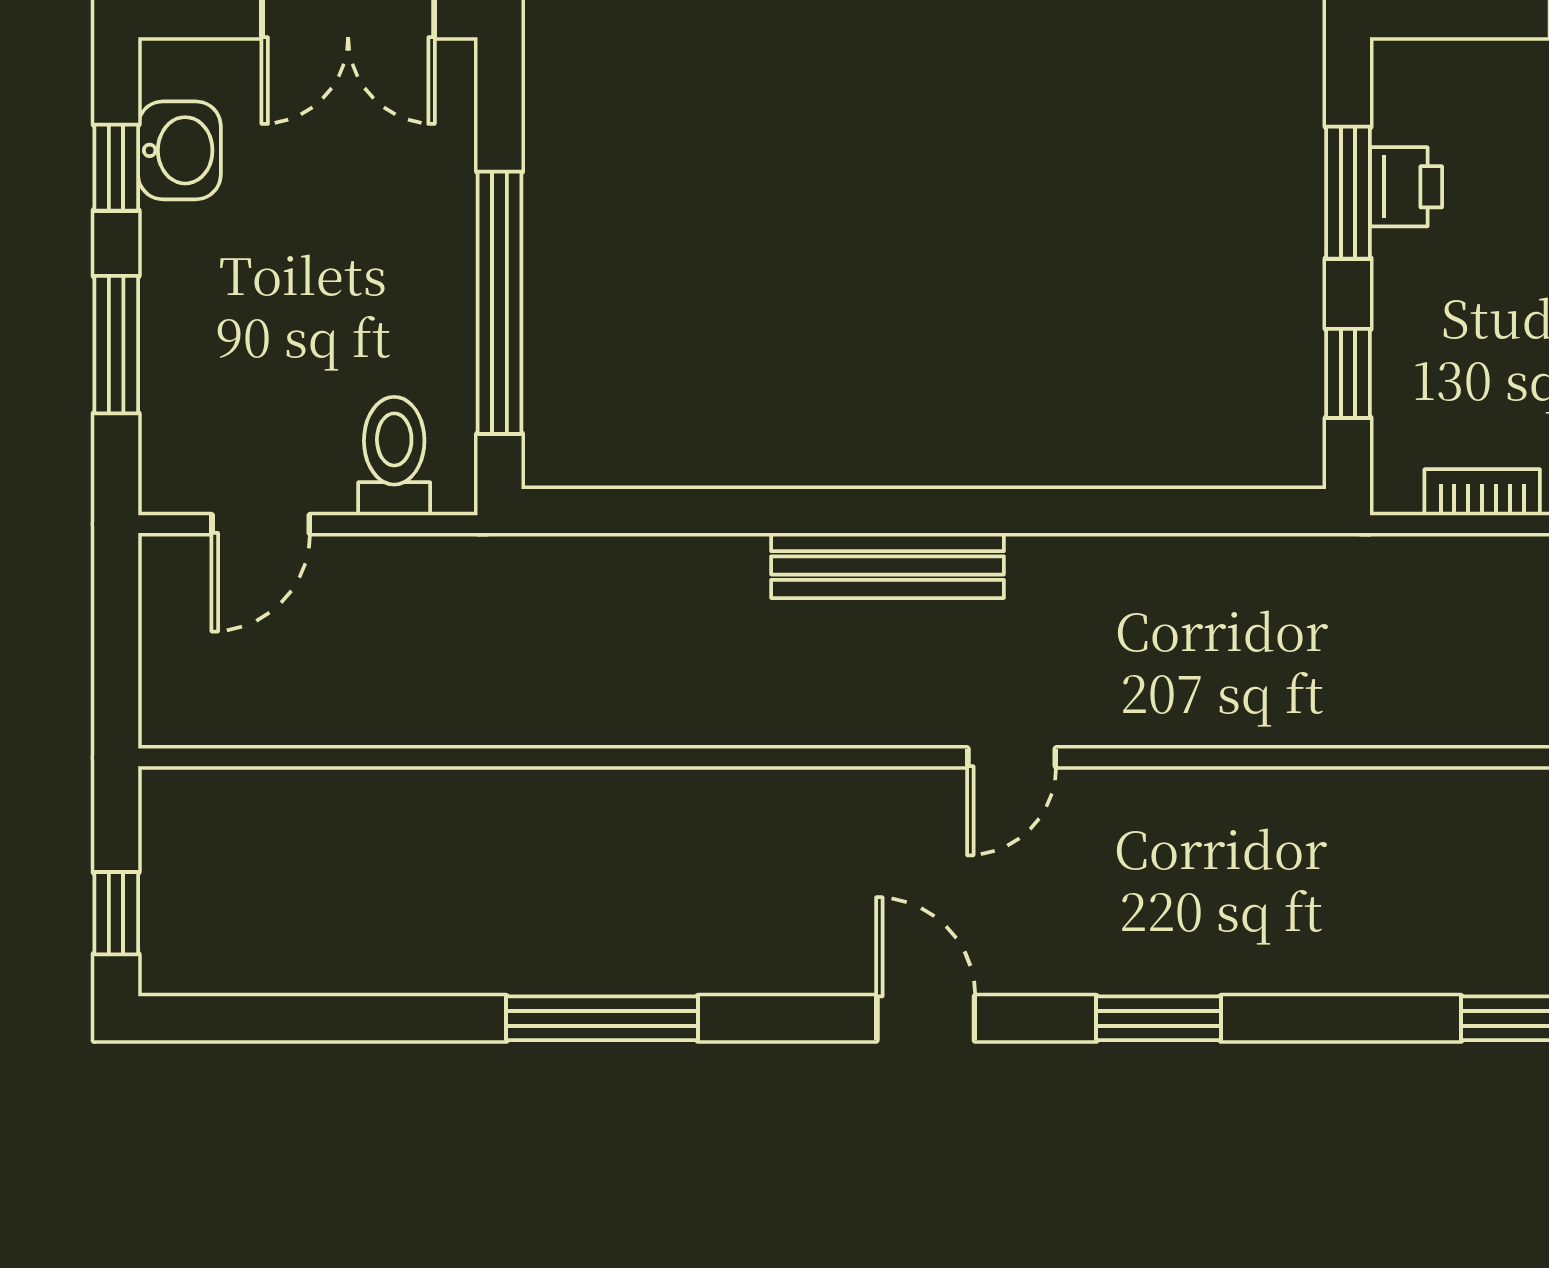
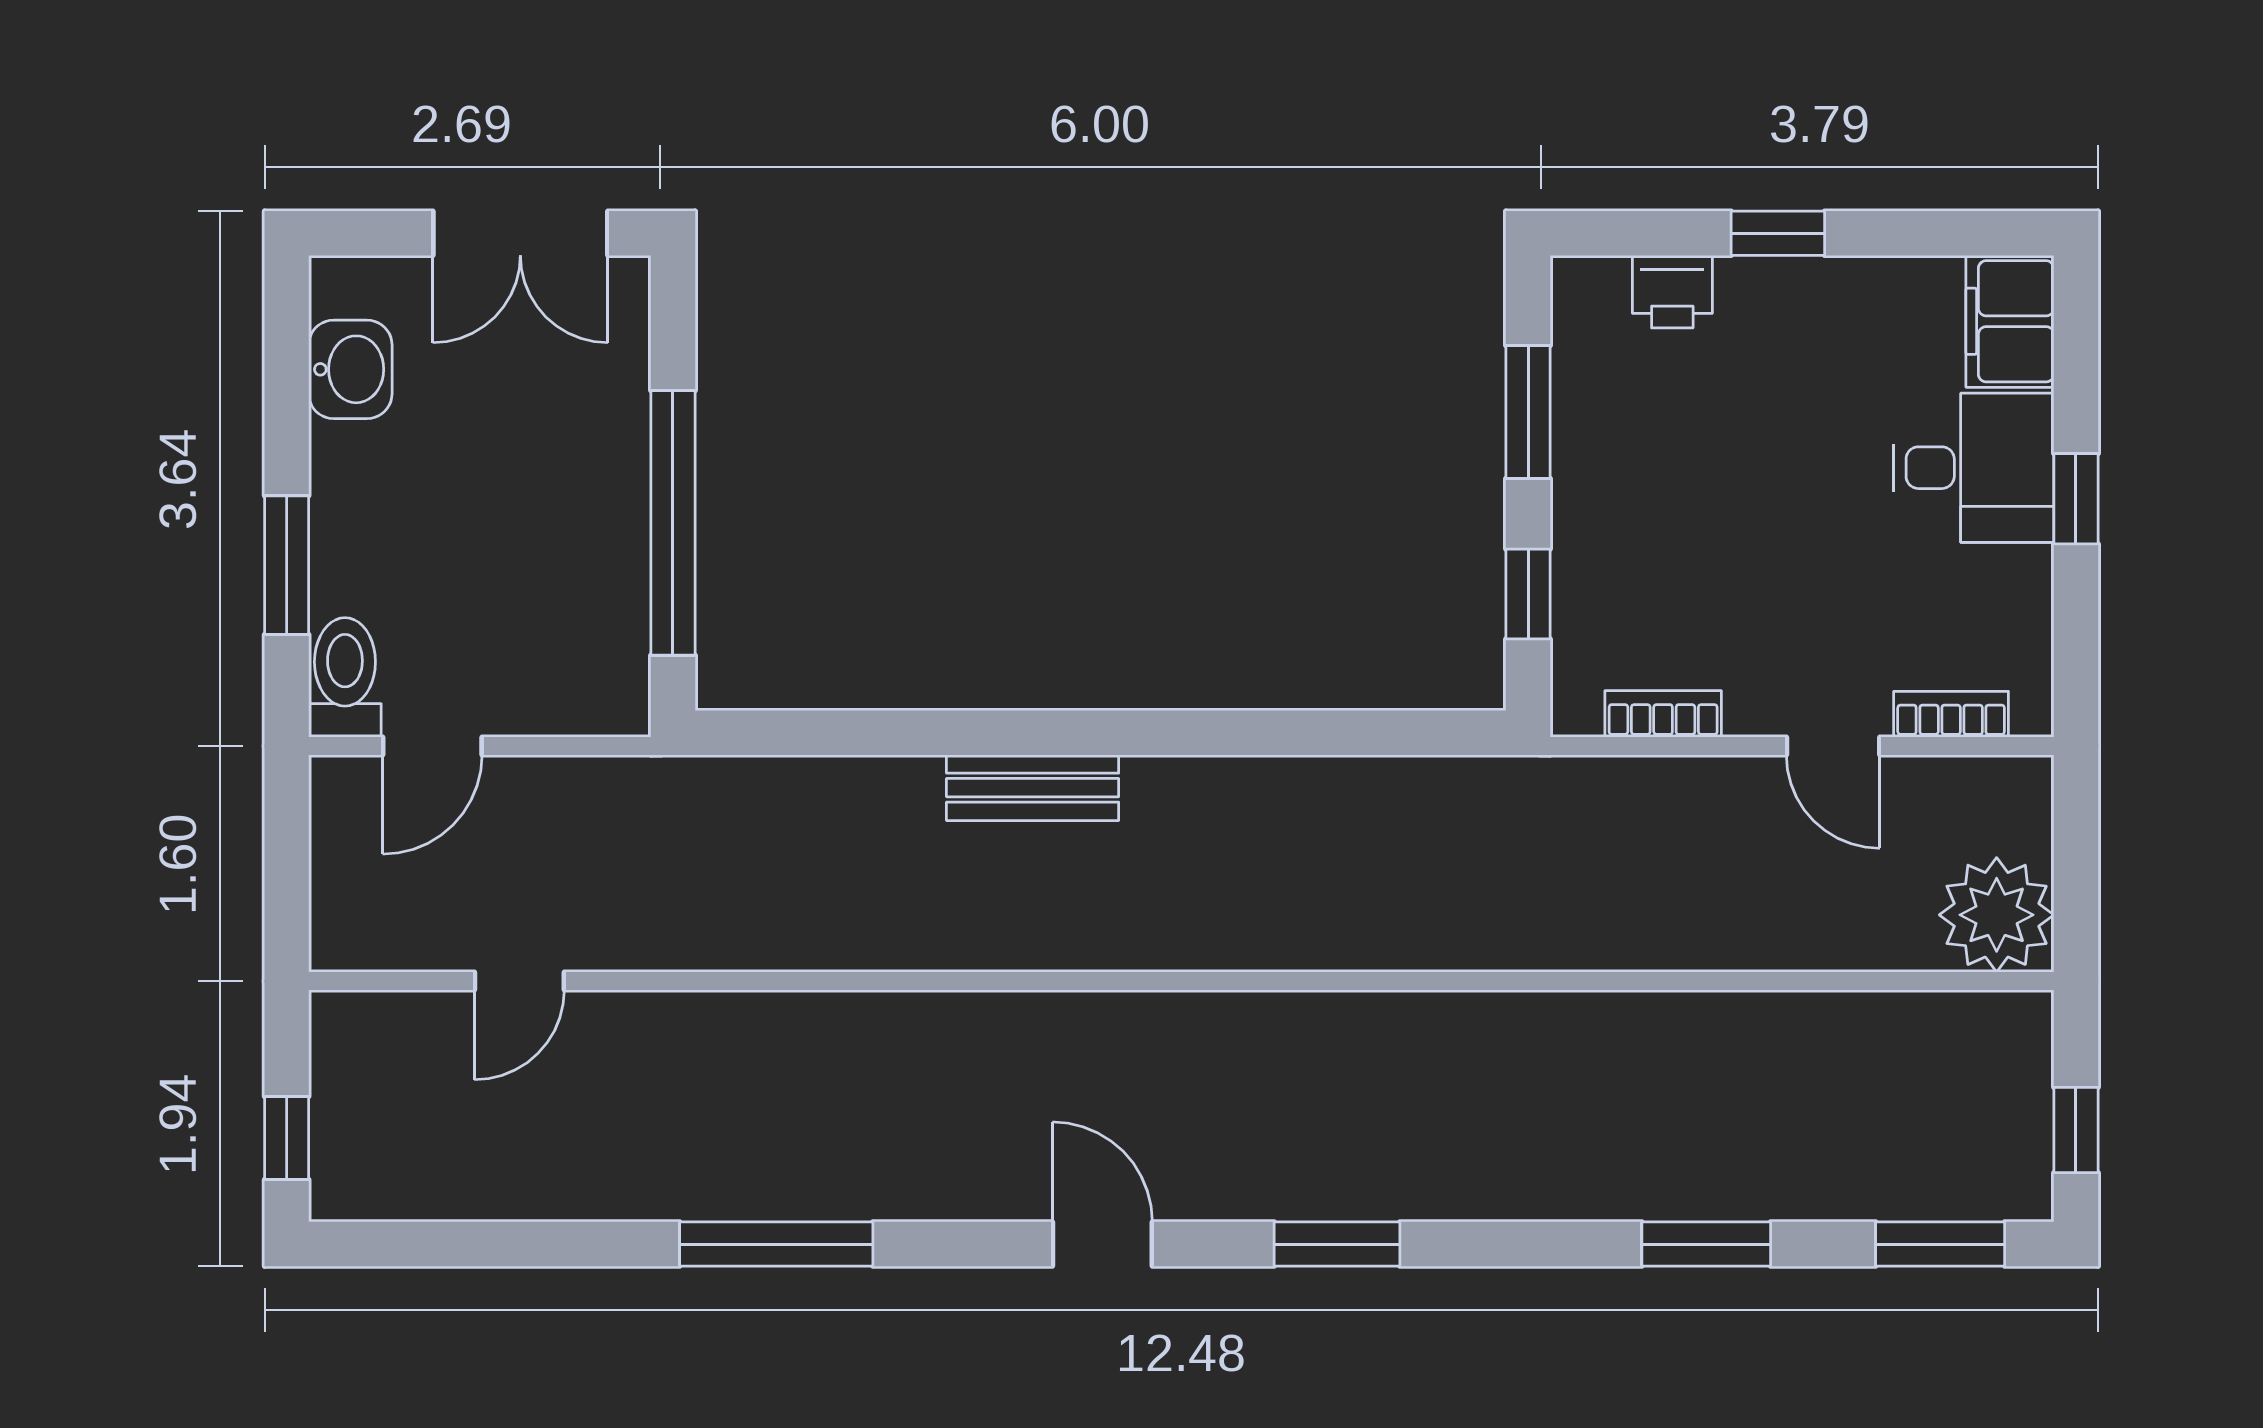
window: (116, 168) -> (287, 387), removed
printer: (1406, 187) -> (1672, 292), moved, turned 90
toilet: (394, 456) -> (345, 677), moved
bench: (887, 565) -> (1033, 788), width x0.73
door: (1012, 757) -> (519, 981), moved

